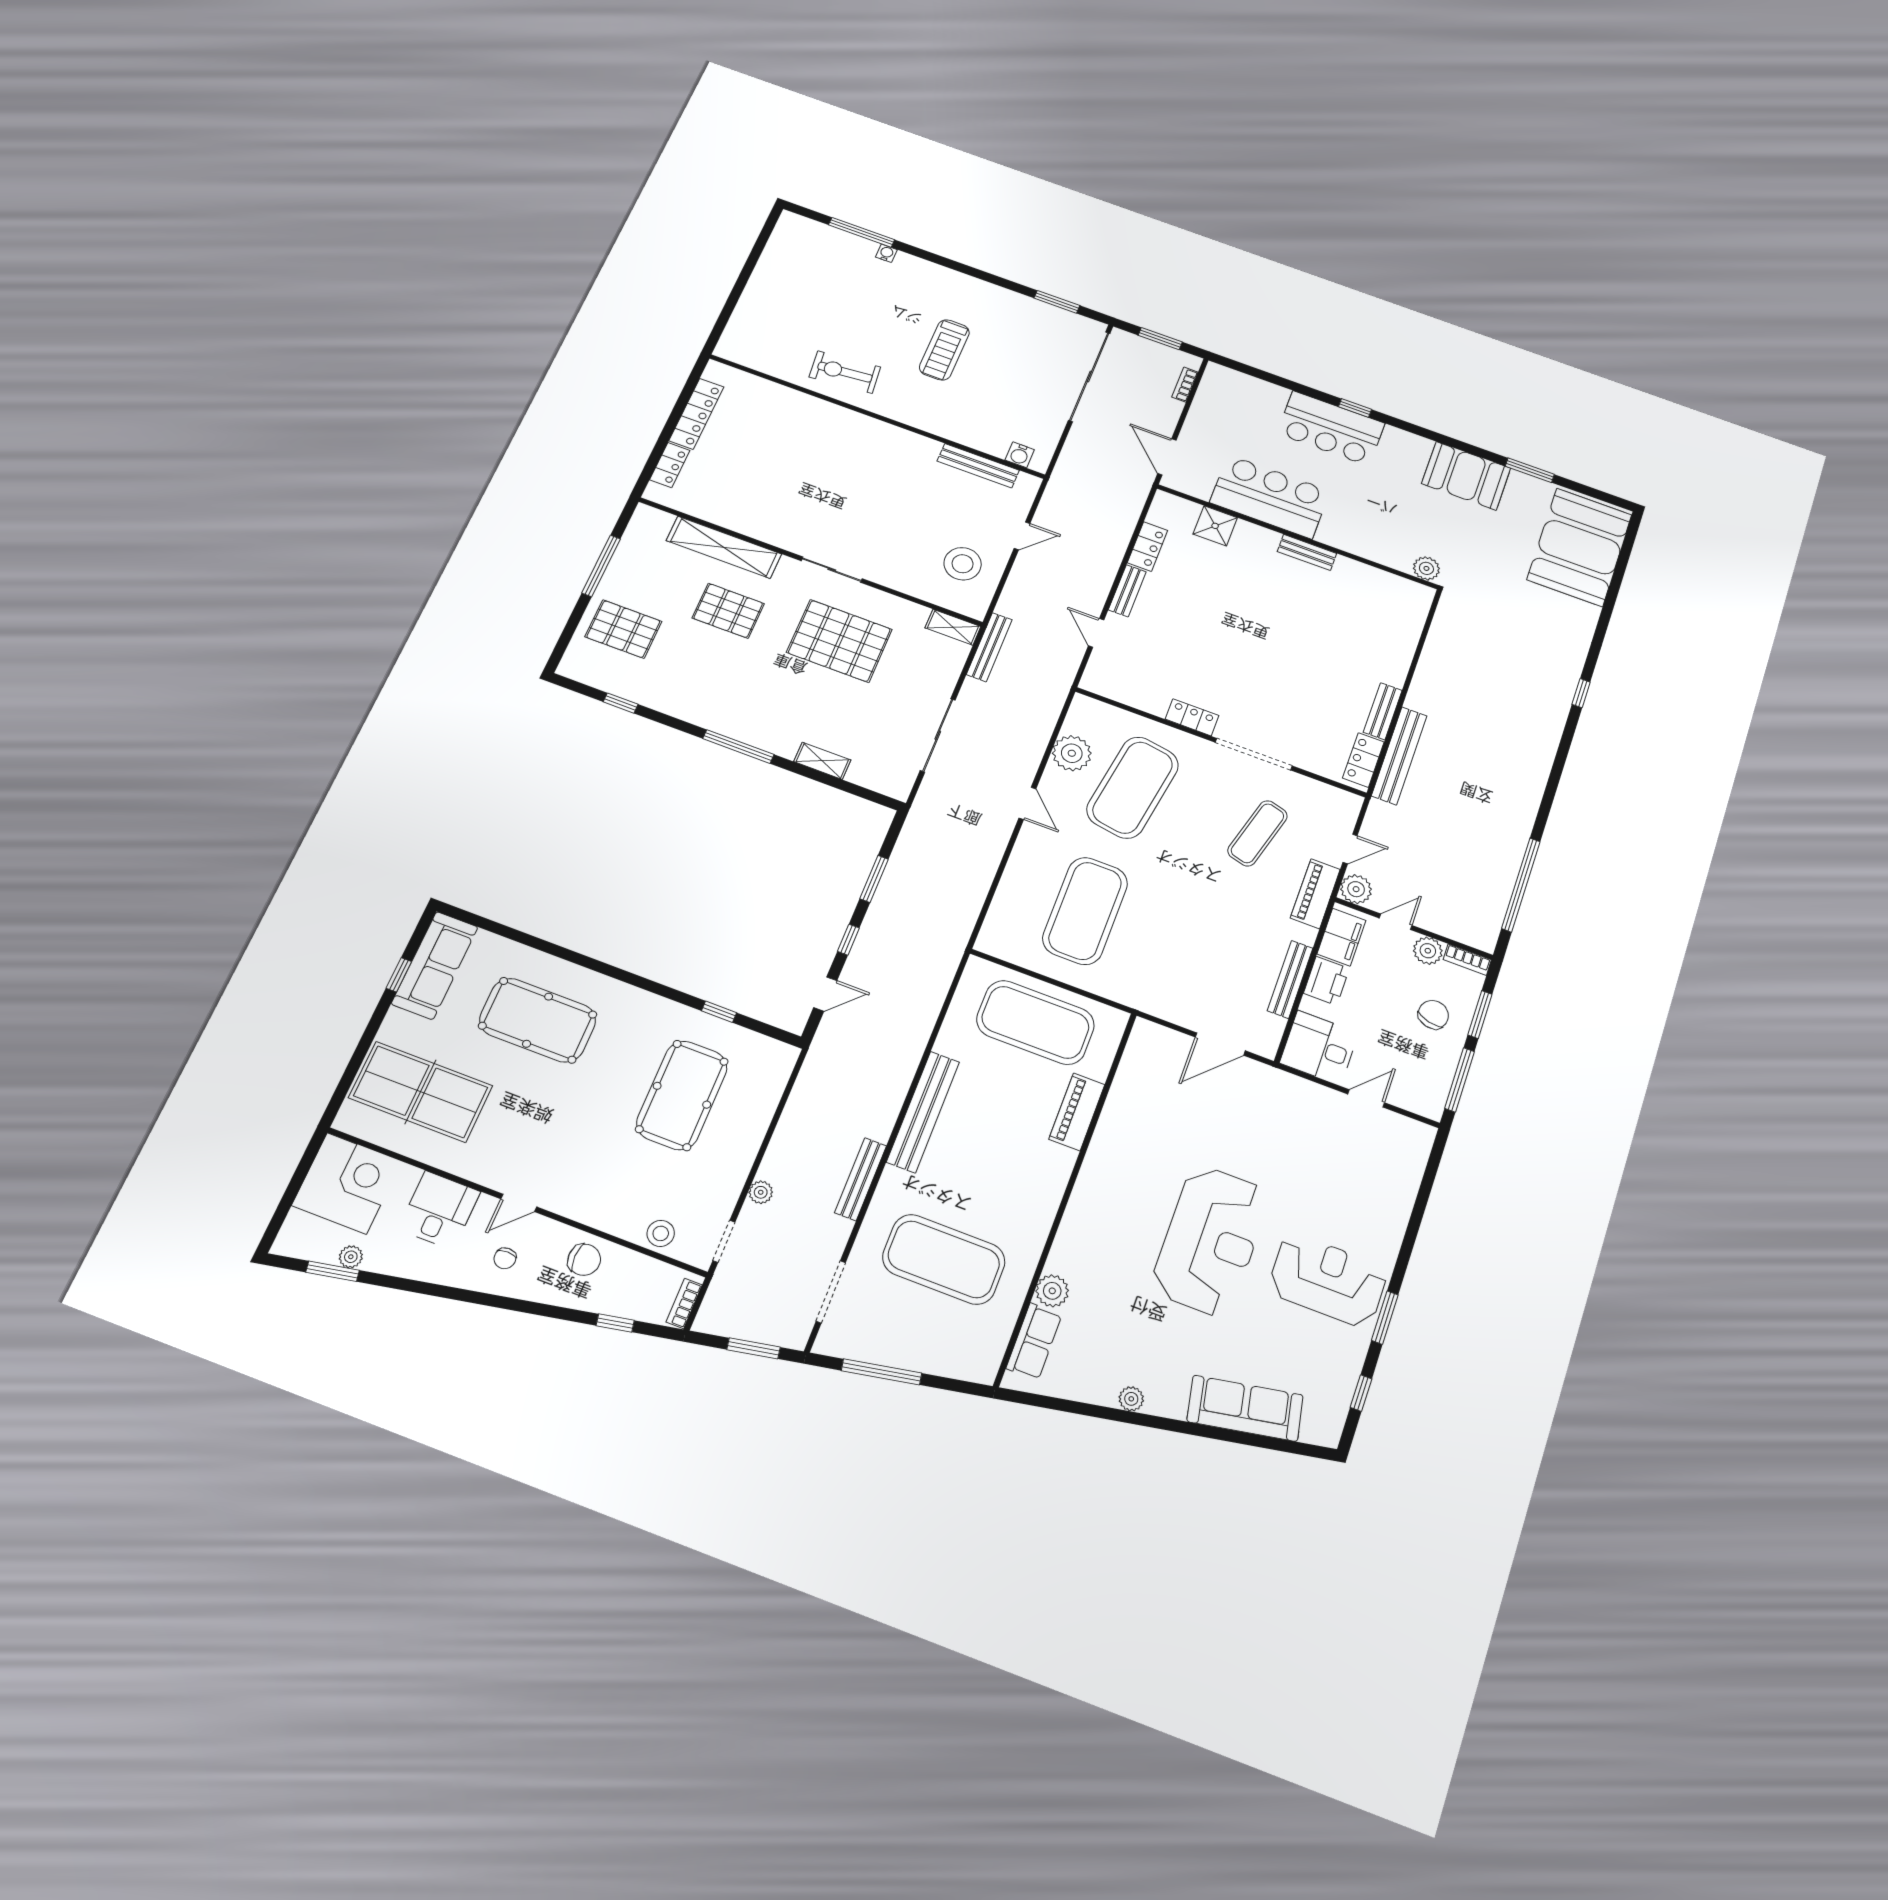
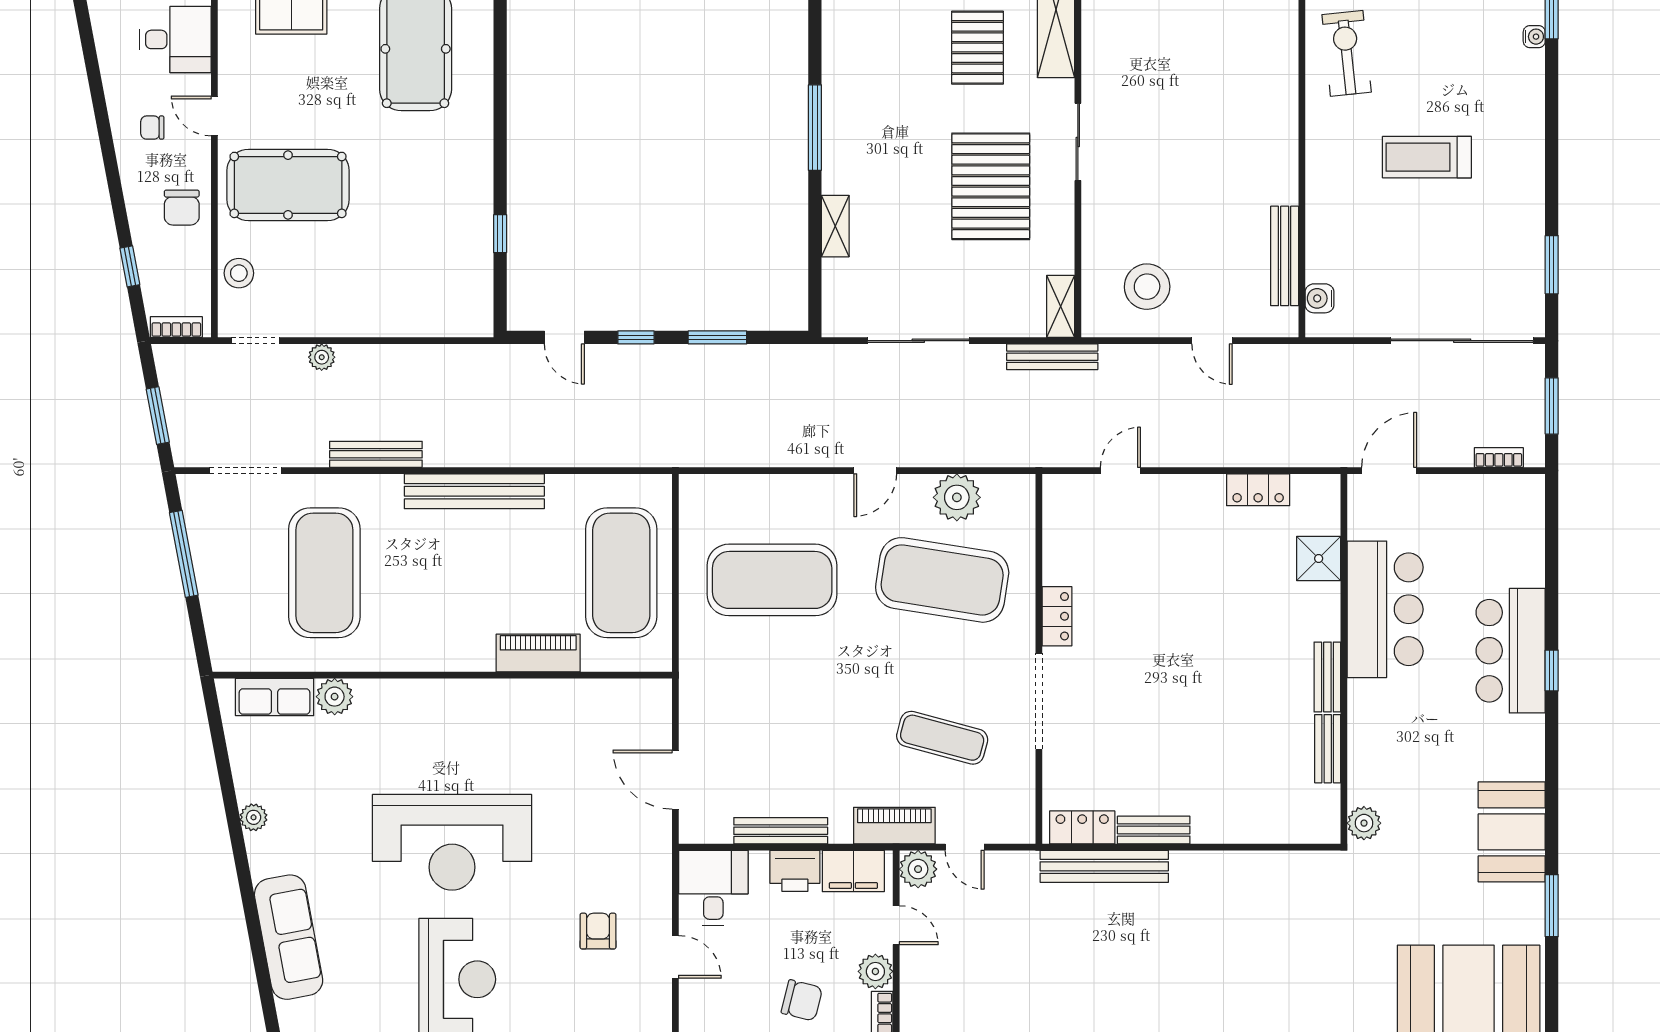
bench: (1127, 591) -> (1328, 749), moved, turned 90
pool table: (682, 1095) -> (288, 185), moved
armchair: (1325, 1151) -> (598, 931), added

